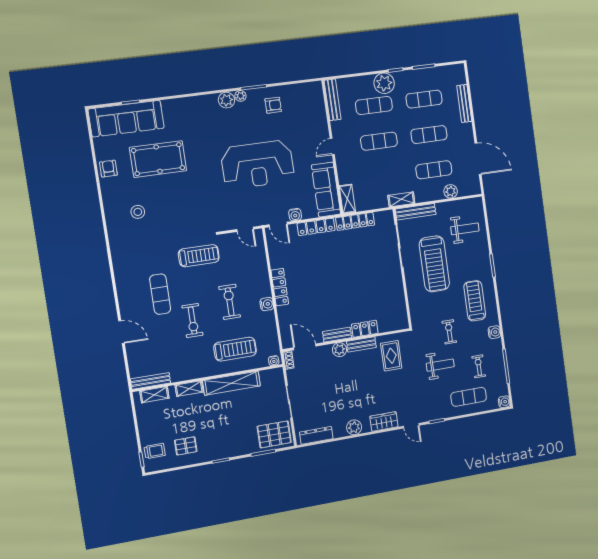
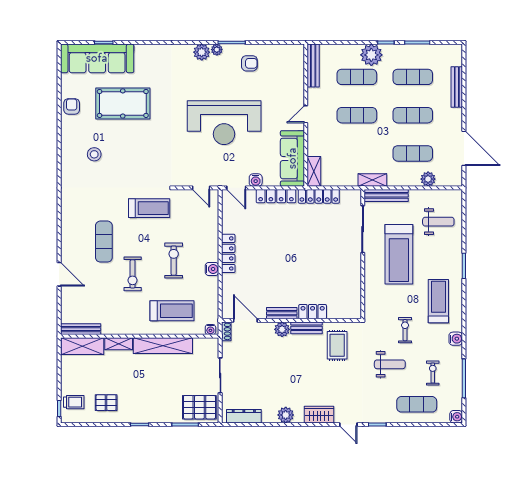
shelving: (154, 395) -> (82, 346), width x1.50, depth x1.33

